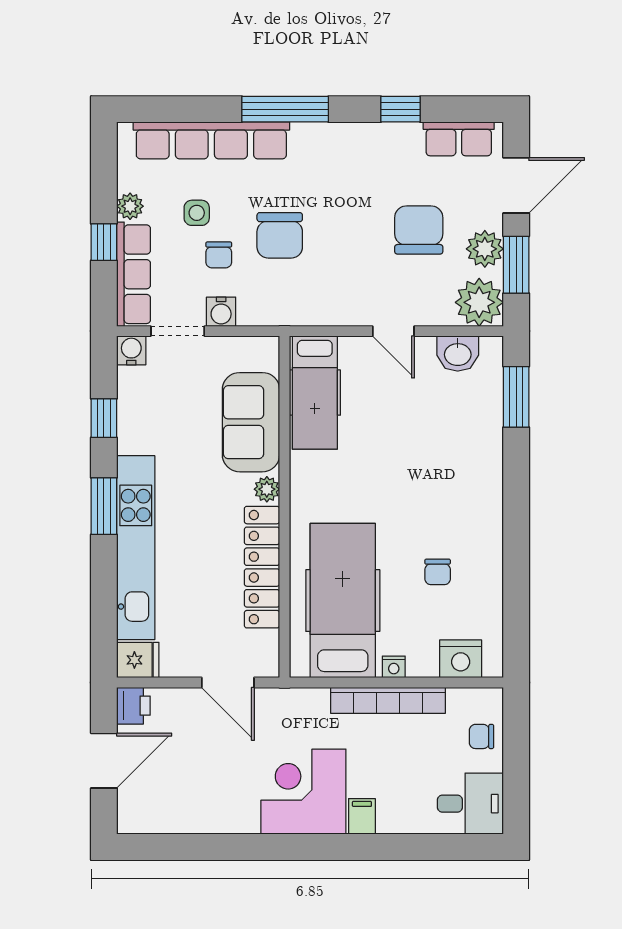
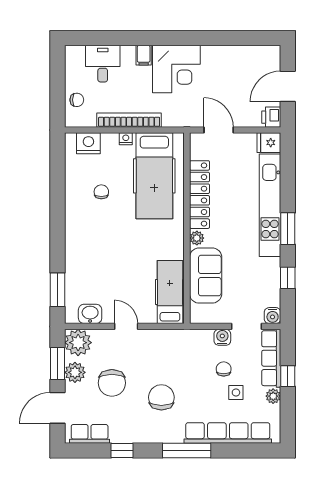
chair: (280, 235) -> (161, 397), moved
desk: (470, 804) -> (103, 64), moved, turned 90

